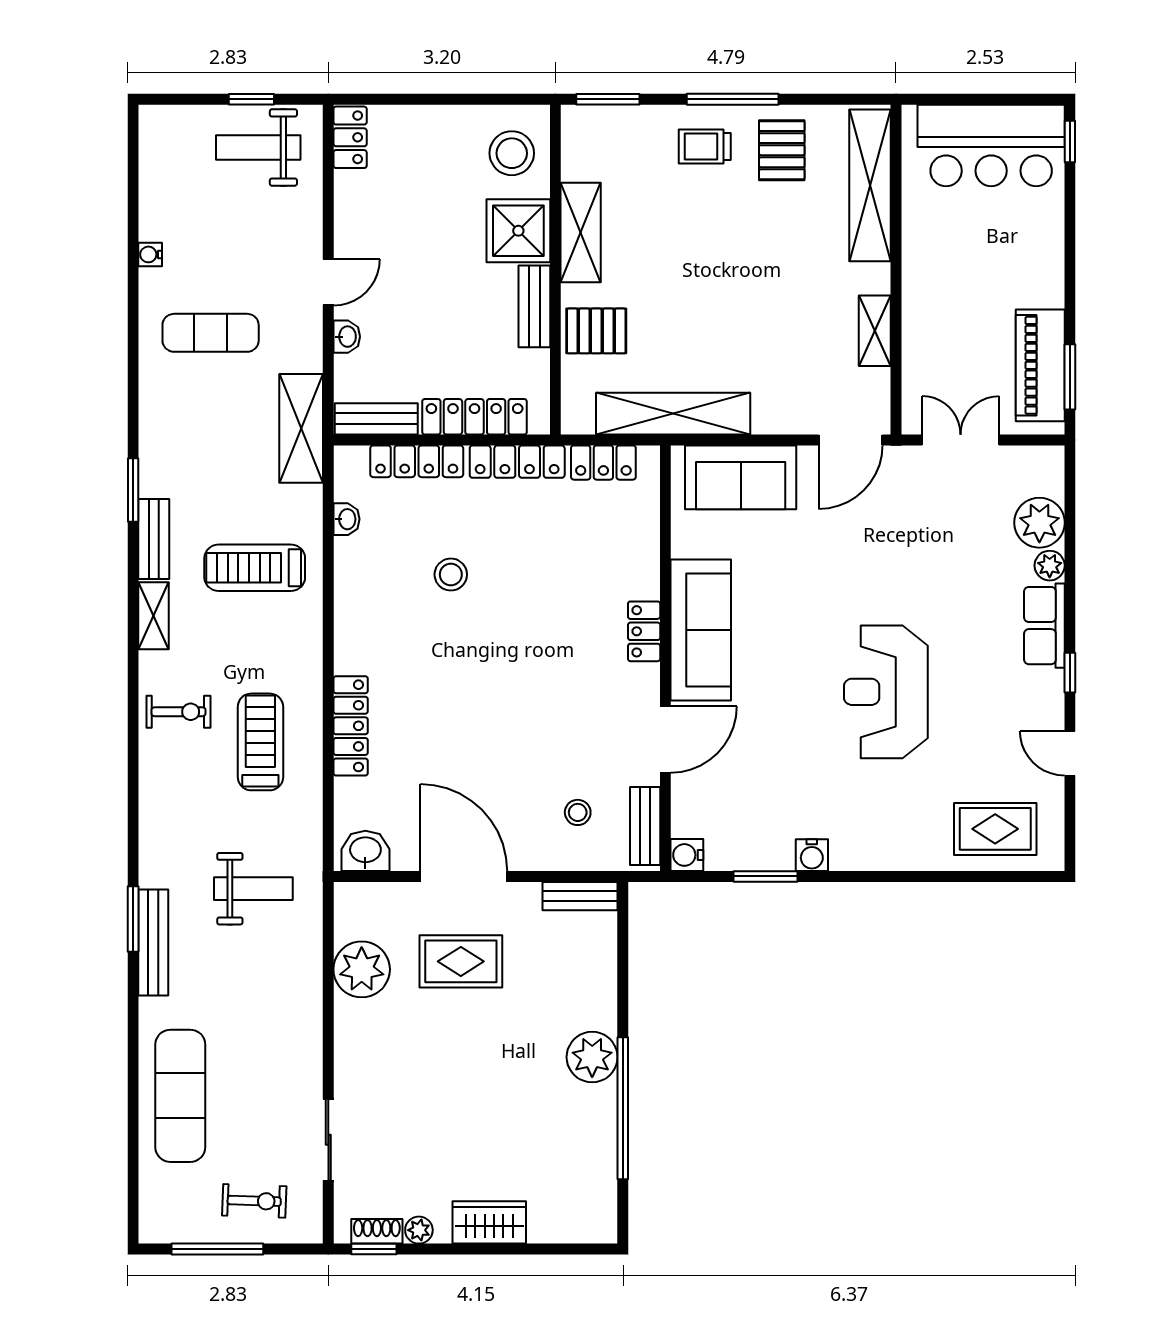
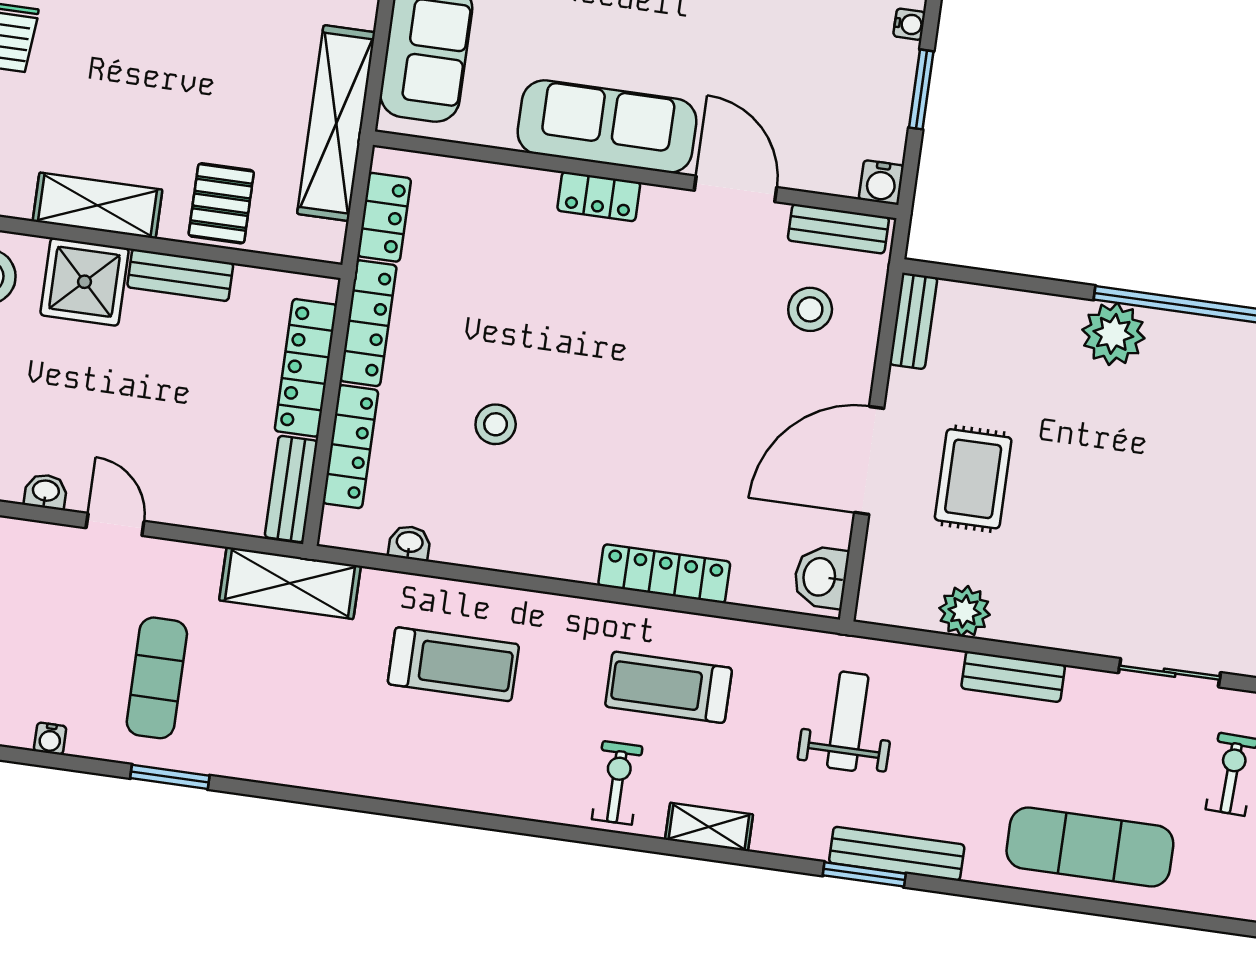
washbasin: (347, 337) -> (46, 492), moved
window: (133, 490) -> (170, 777), moved
bench: (154, 539) -> (1013, 677), moved
treadmill: (255, 568) -> (453, 664), turned -90
shelving: (154, 616) -> (709, 827), moved
stool: (578, 812) -> (810, 309), width x1.37, depth x1.37
water cooler: (812, 855) -> (909, 24), width x0.72, depth x0.72
plant: (362, 969) -> (964, 611), width x0.73, depth x0.73

